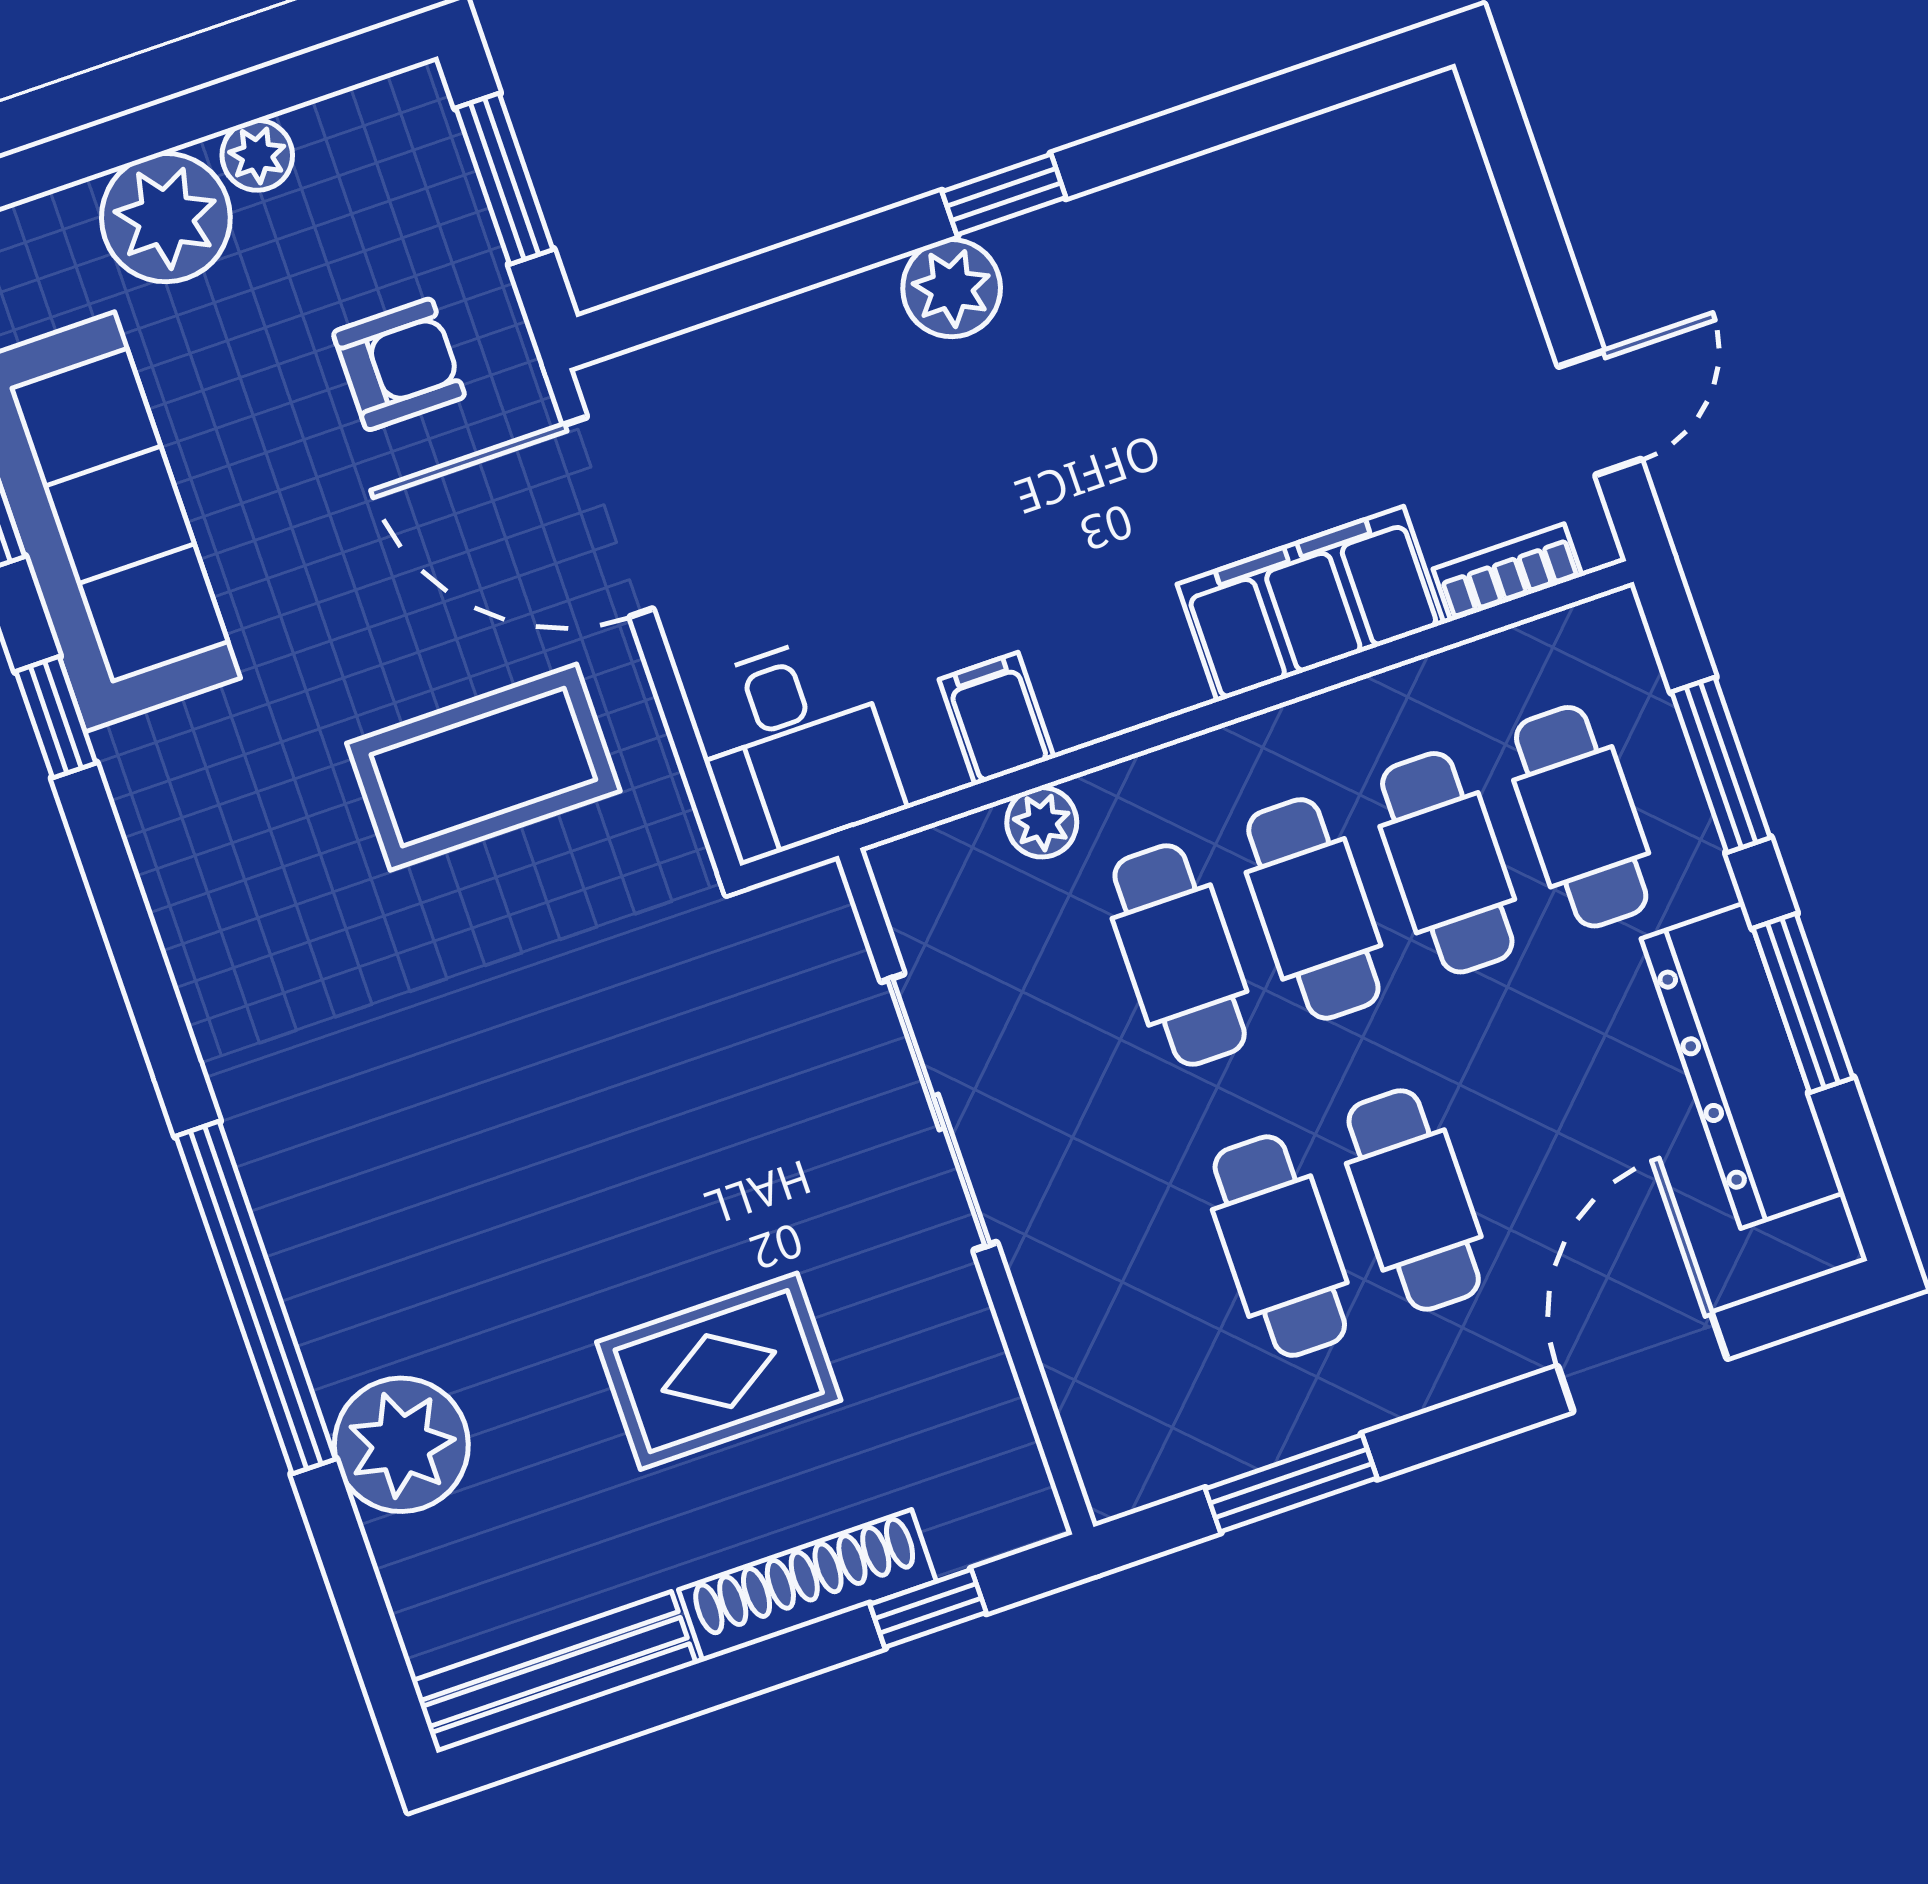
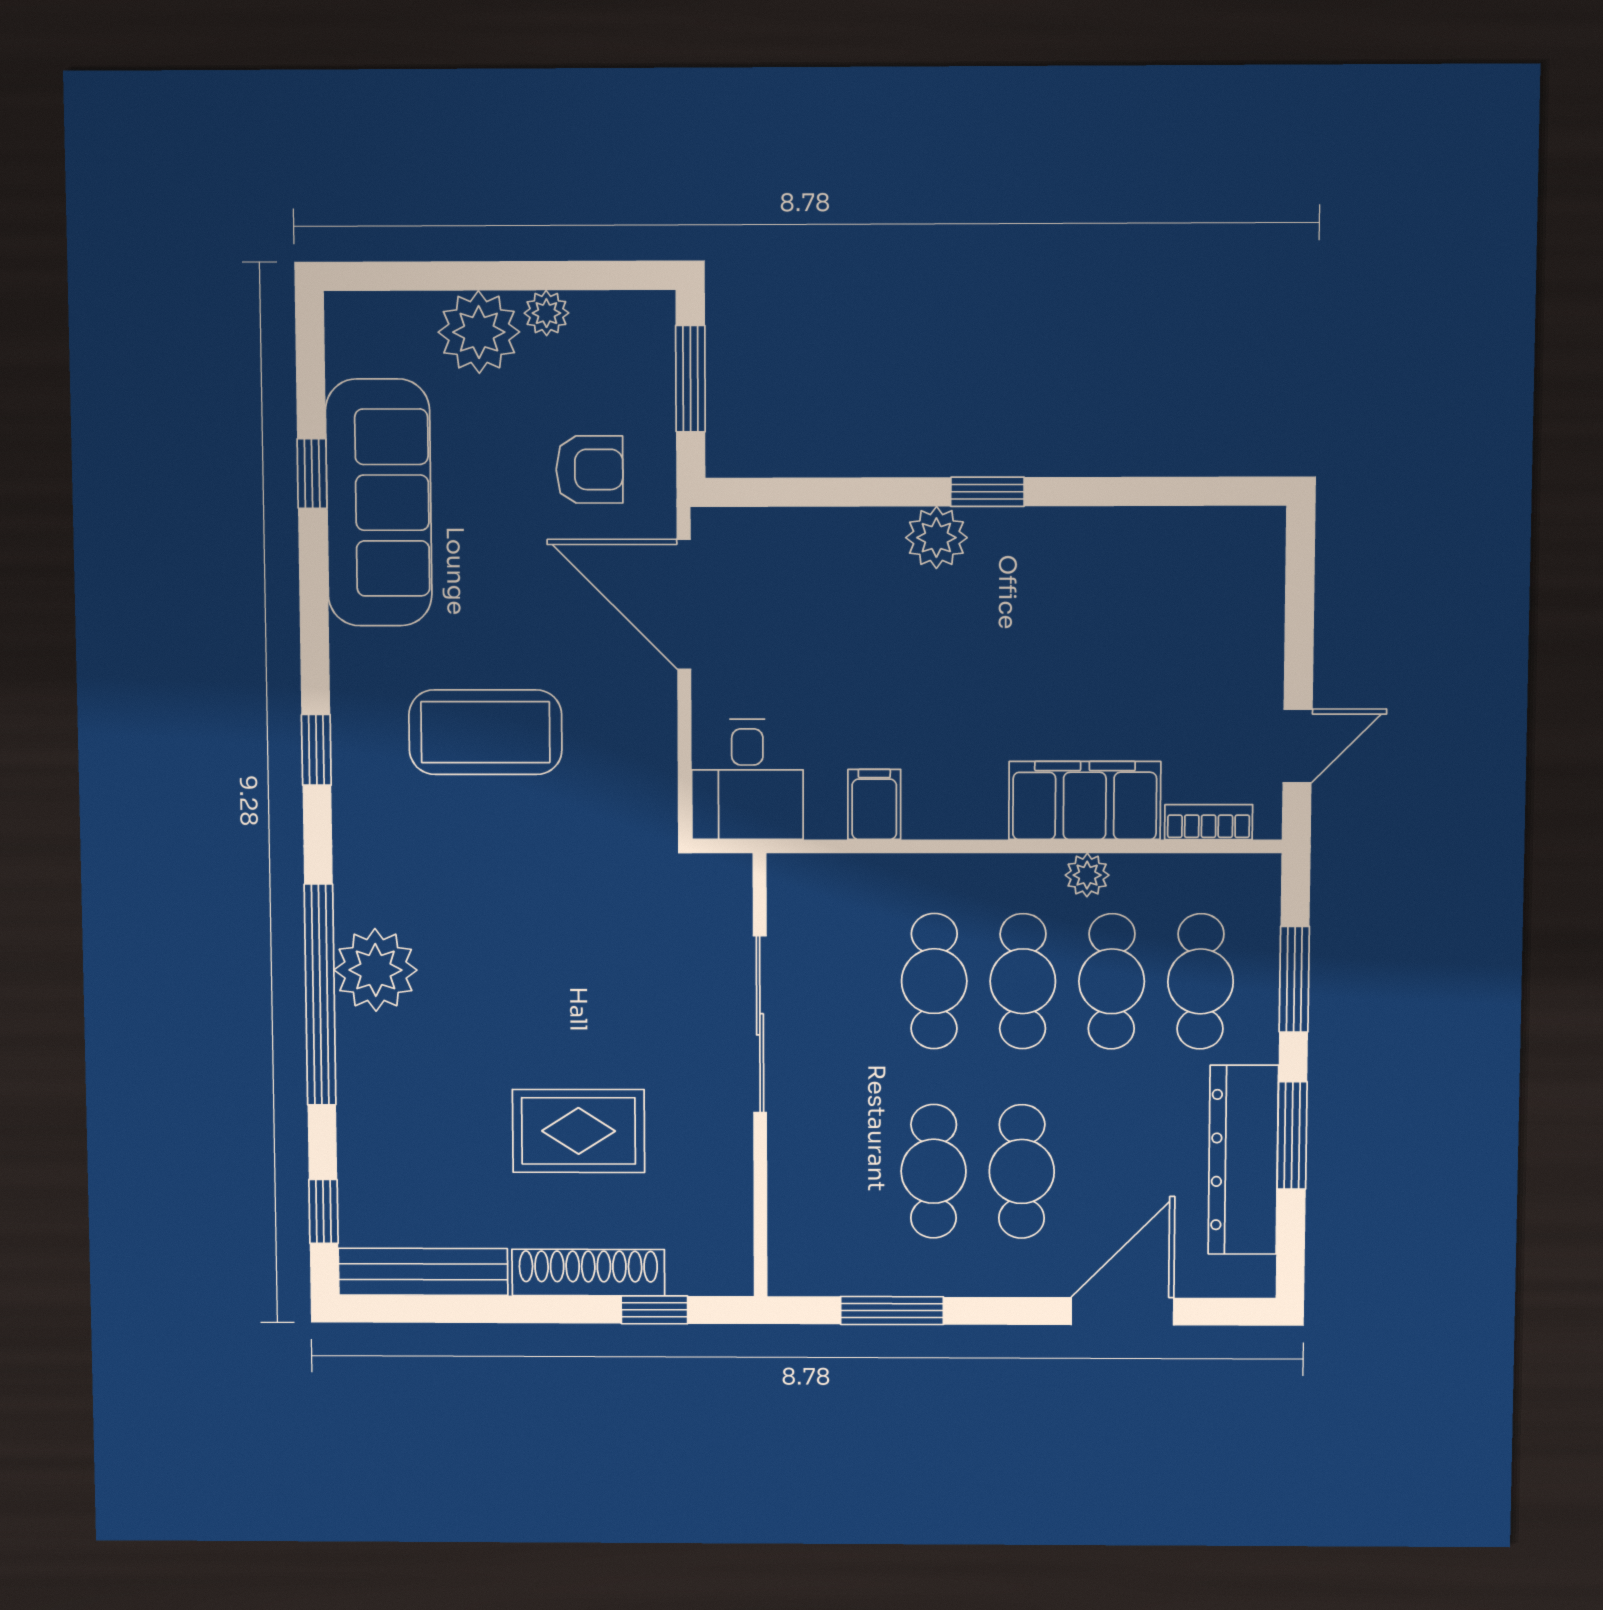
window: (56, 717) -> (316, 750), moved
coffee table: (483, 767) -> (485, 732), moved
plant: (1042, 822) -> (1087, 875), moved
plant: (401, 1445) -> (376, 970), moved
window: (371, 1631) -> (323, 1212), added

